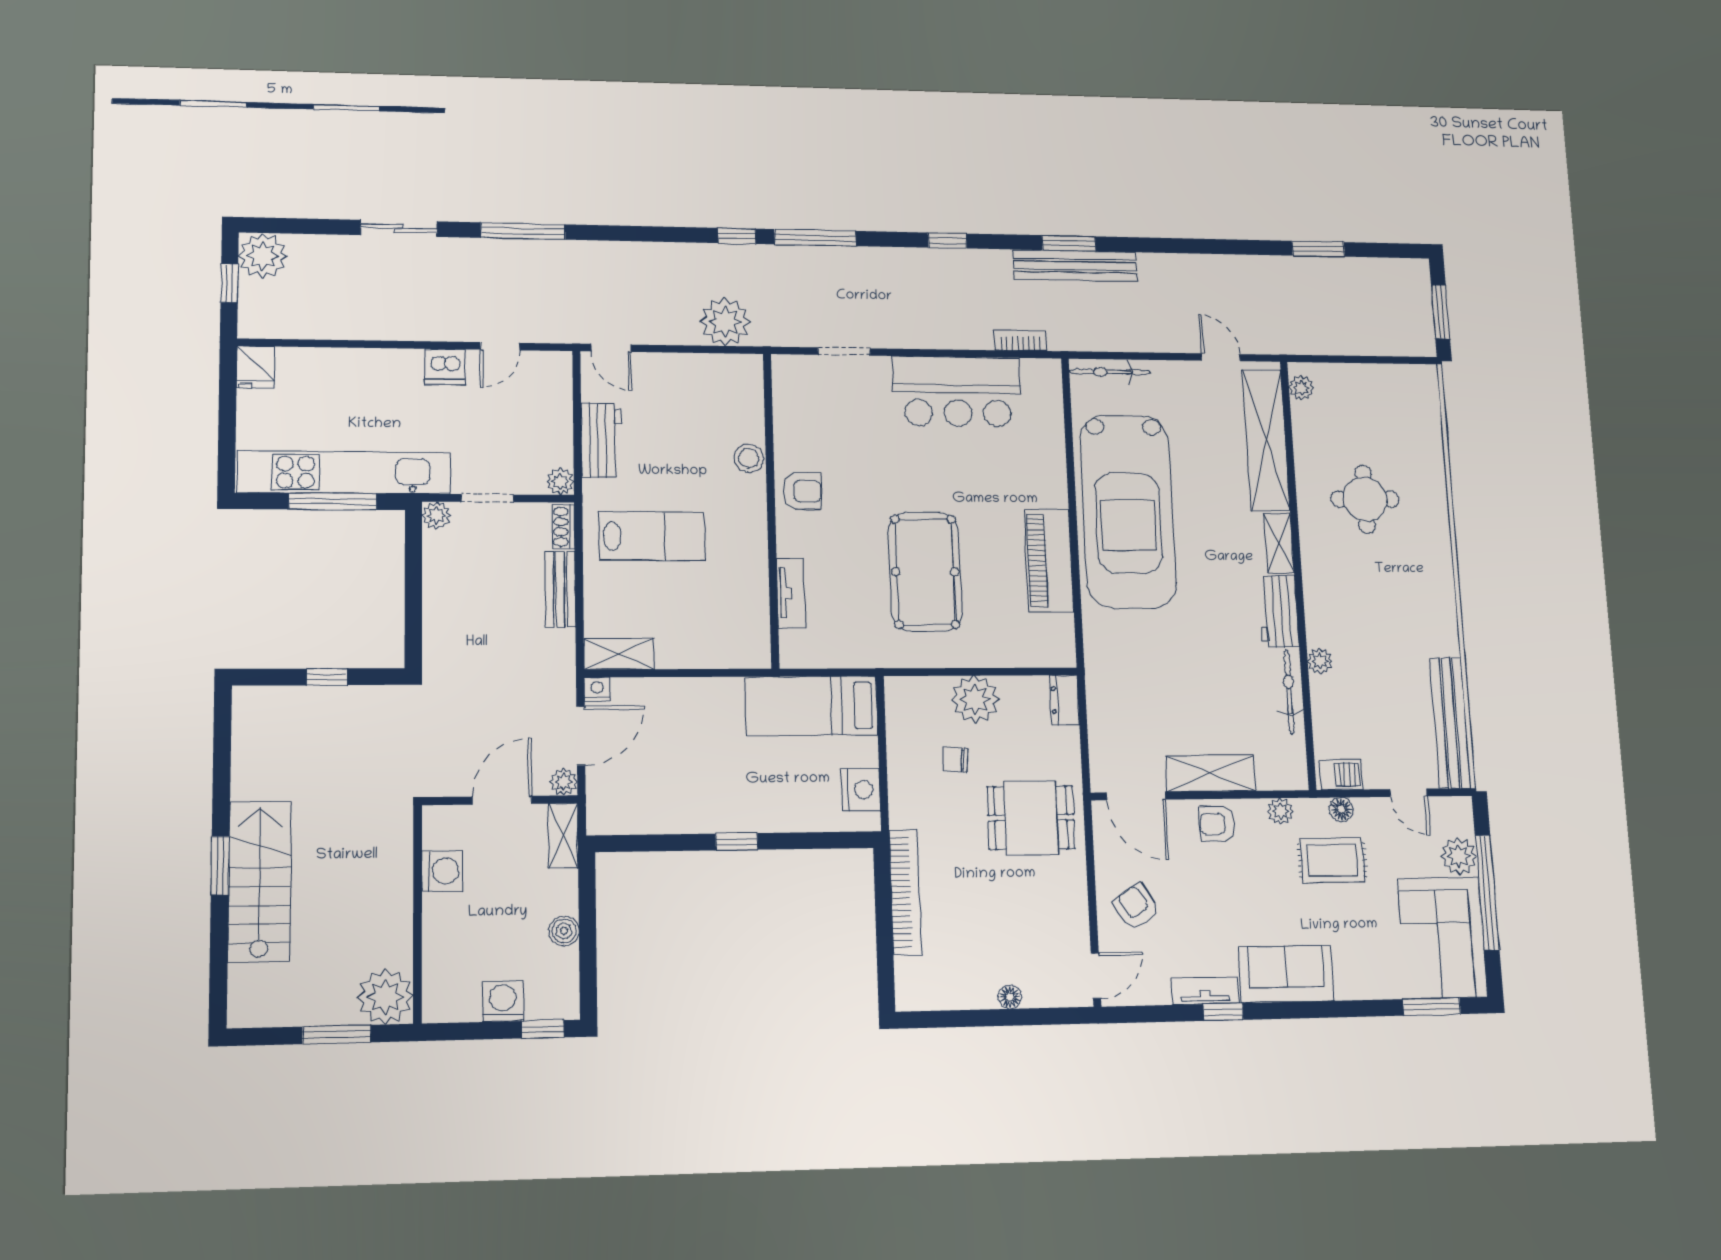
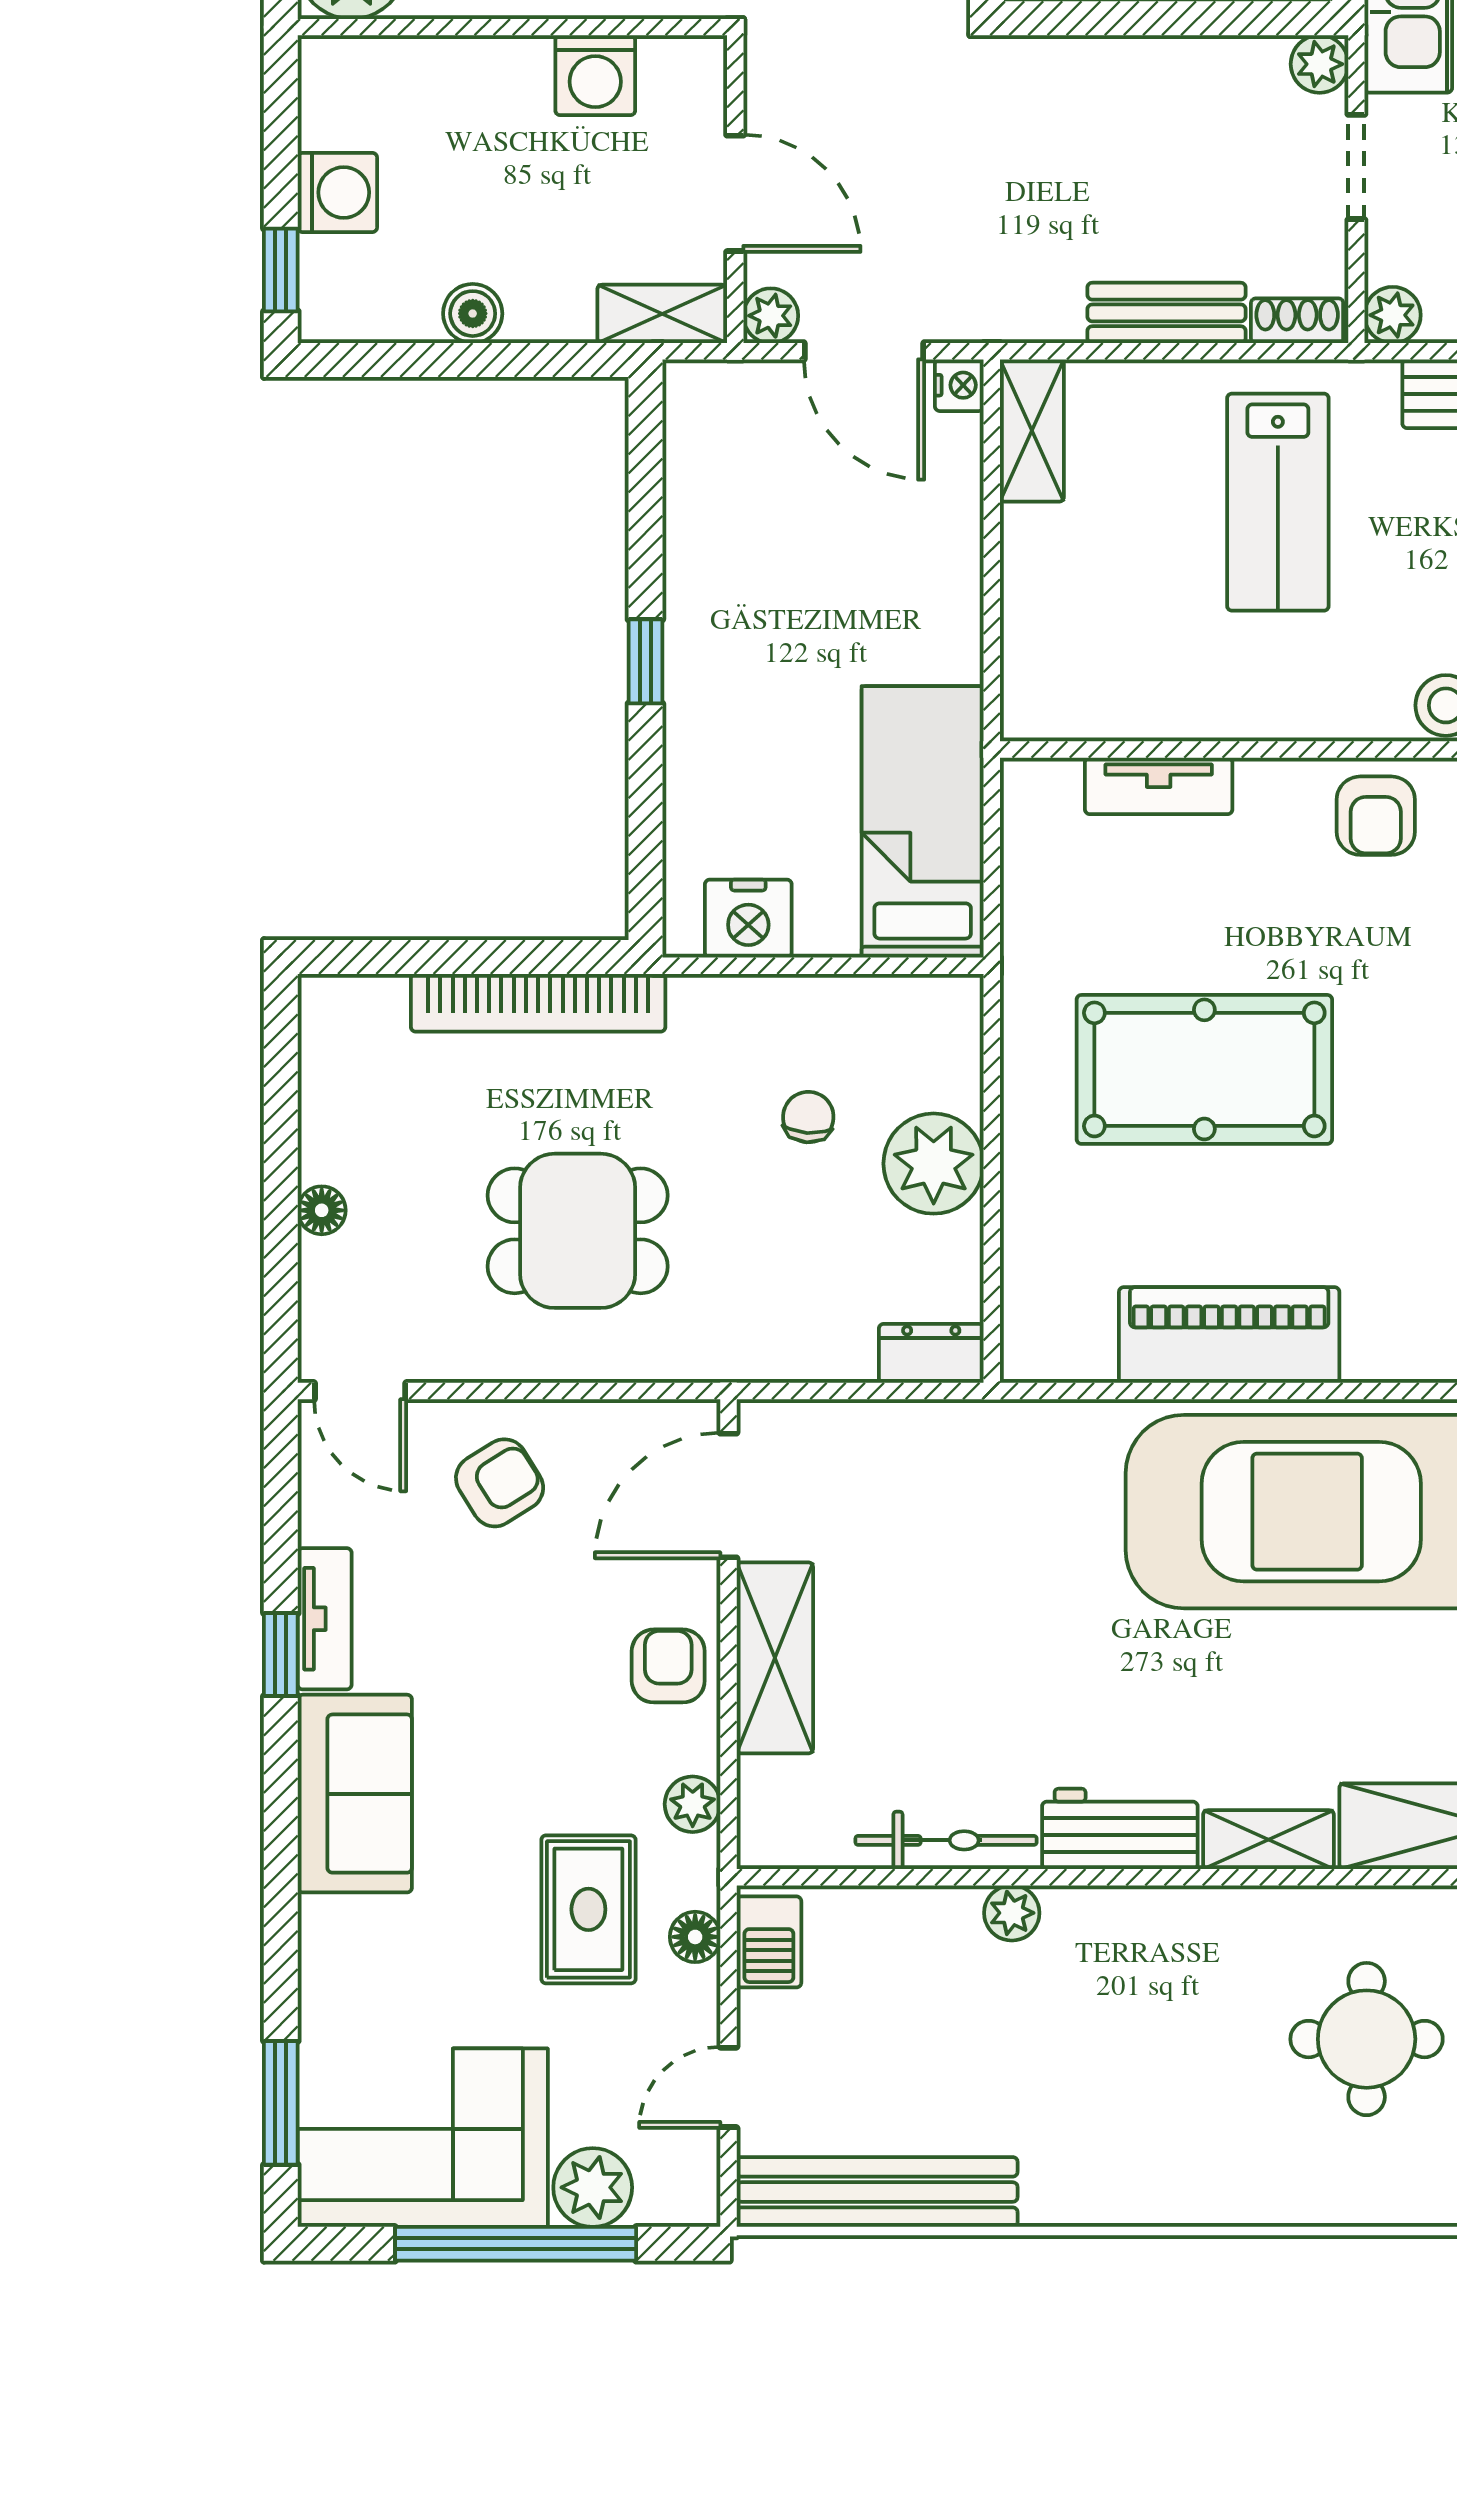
dining table: (1031, 818) -> (578, 1231), moved, turned 90

